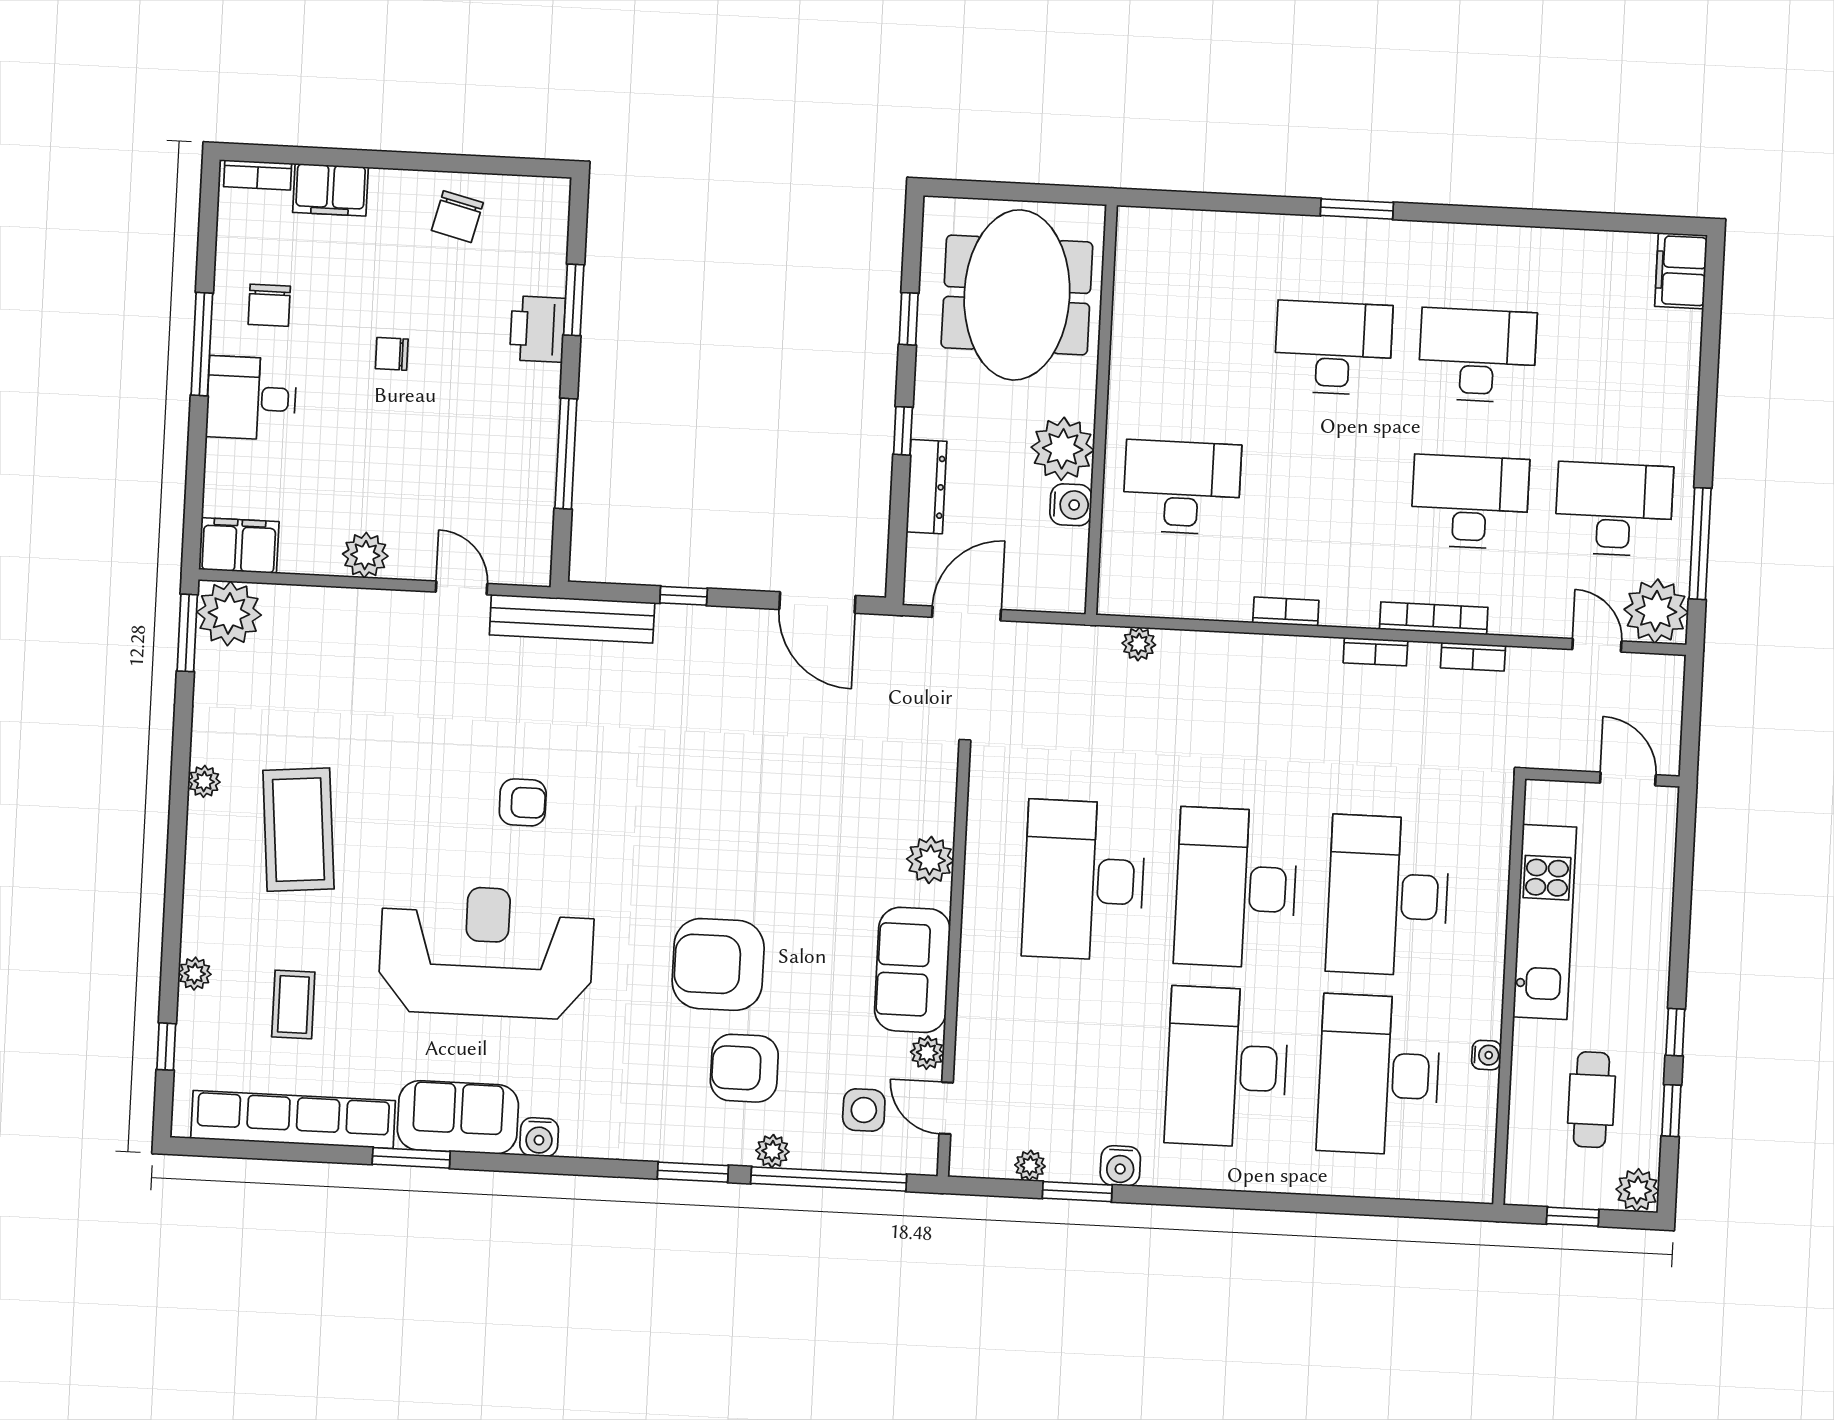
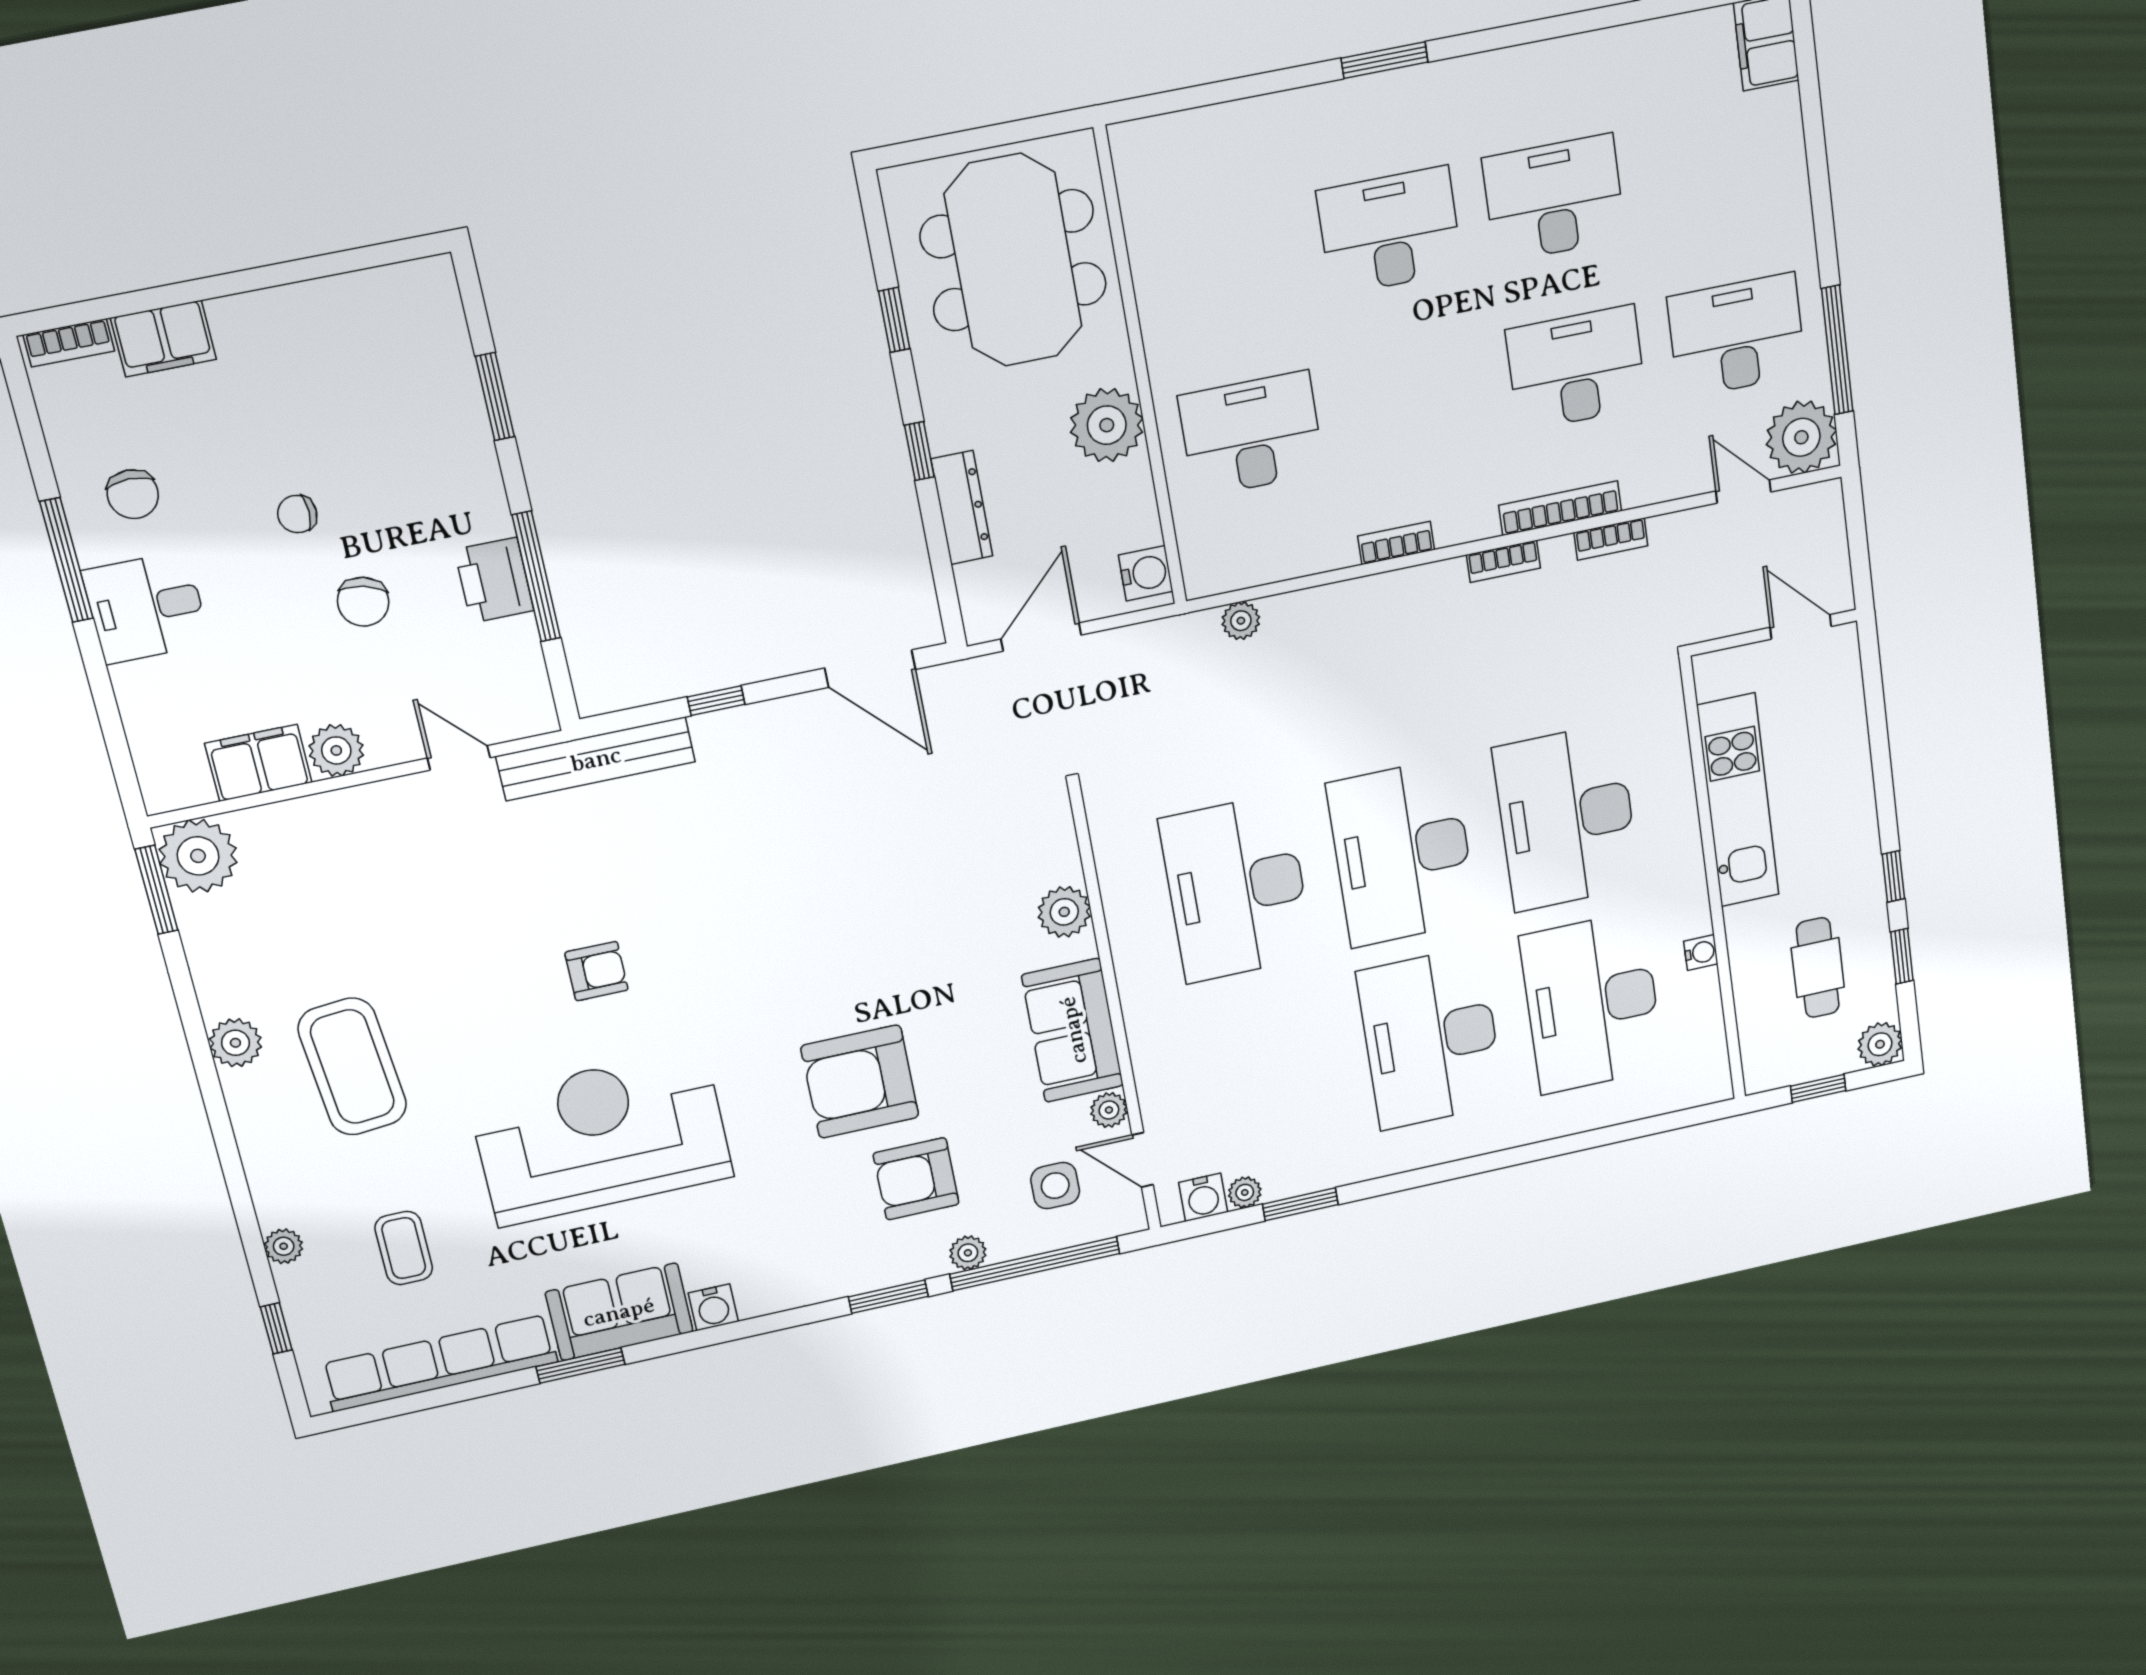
chair: (457, 217) -> (363, 602), moved
printer: (537, 329) -> (494, 580), moved
water cooler: (1071, 505) -> (1146, 573), moved
filing cabinet: (239, 546) -> (258, 763), moved
plant: (204, 781) -> (235, 1043), width x1.38, depth x1.38
water cooler: (1120, 1166) -> (1203, 1197), moved

